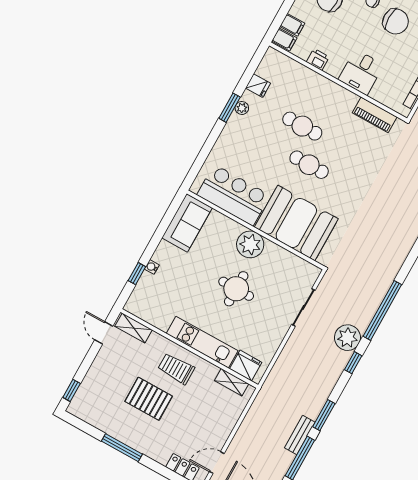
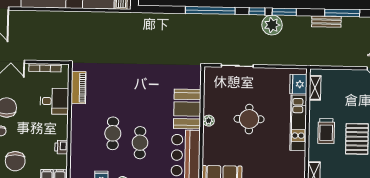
desk: (361, 72) -> (54, 101), moved
cafe table: (309, 165) -> (140, 143), moved
booth: (296, 223) -> (187, 109), width x0.73, depth x0.70
plant: (250, 244) -> (209, 121), width x0.53, depth x0.53
plant: (348, 338) -> (272, 25), moved
window: (324, 415) -> (284, 12), moved

